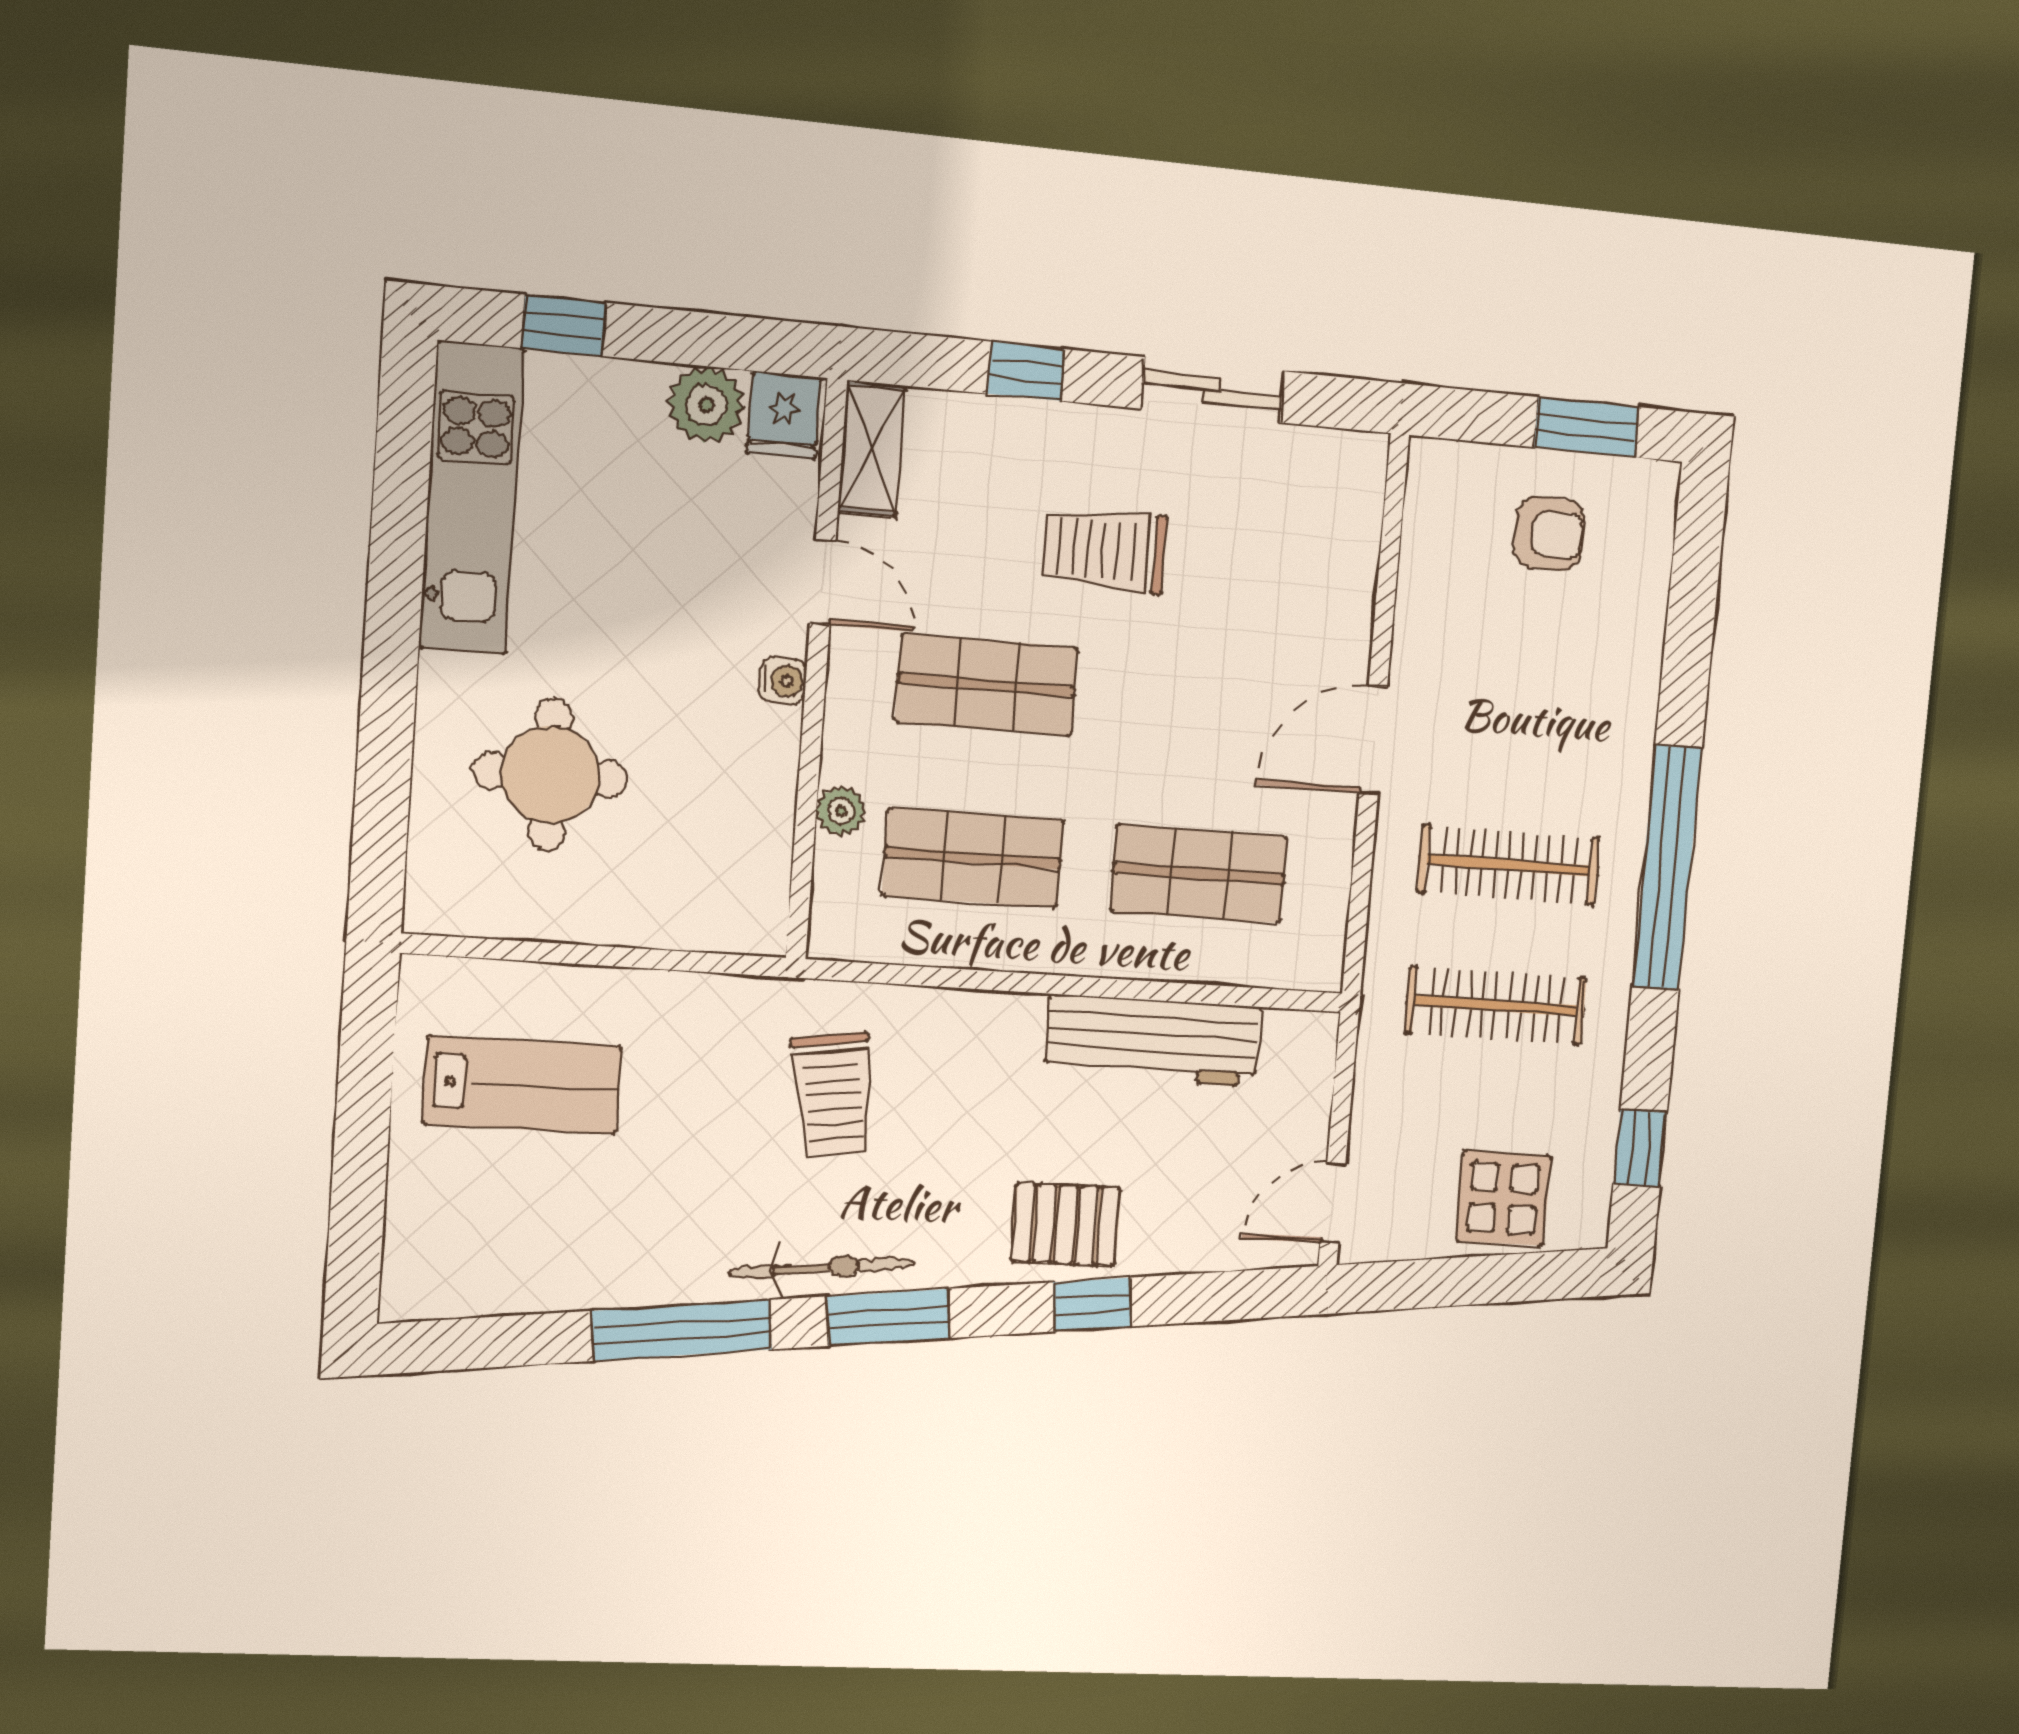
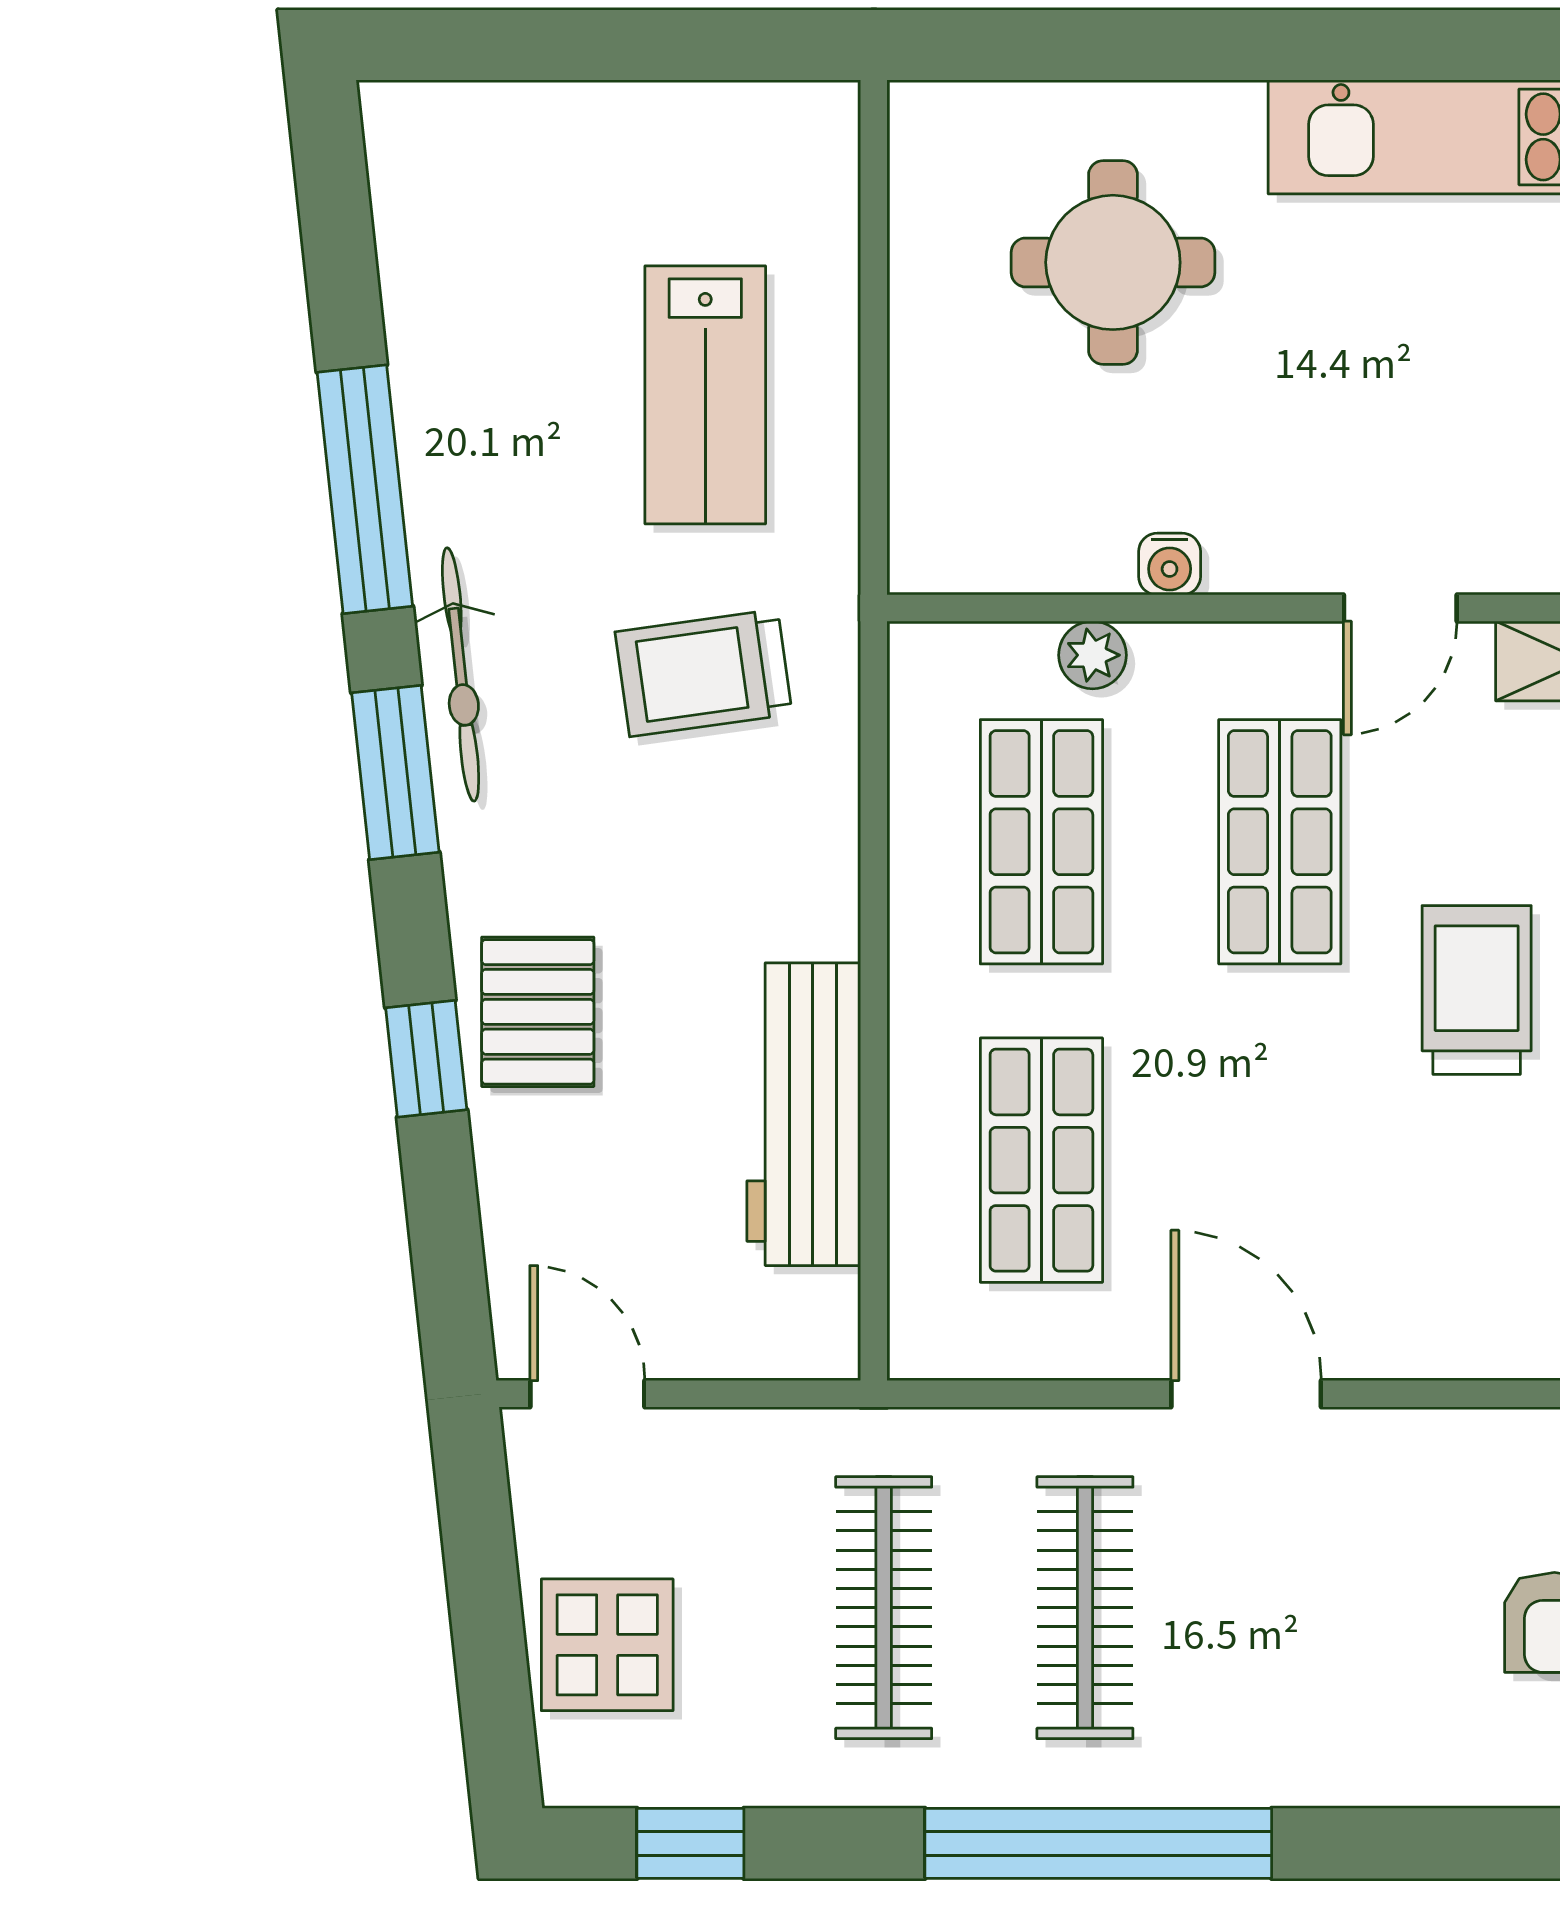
water cooler: (783, 681) -> (1170, 564), moved
lab bench: (522, 1085) -> (705, 395), moved

